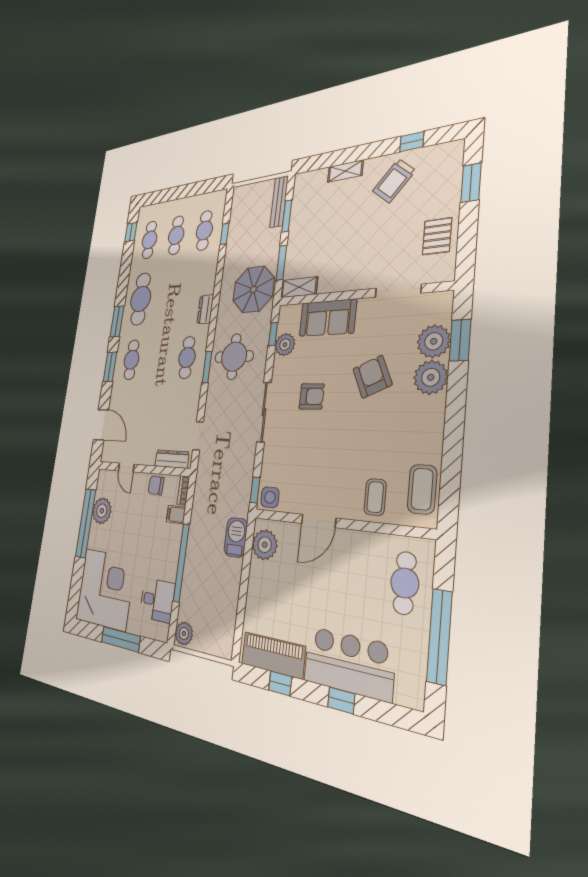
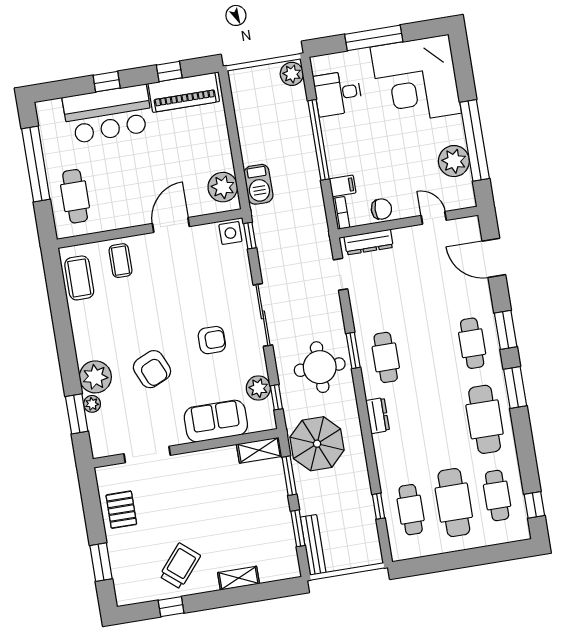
cafe table: (176, 235) -> (454, 503), width x1.37, depth x1.35
plant: (434, 341) -> (92, 404), width x0.53, depth x0.53
armchair: (312, 396) -> (212, 340), turned 180

